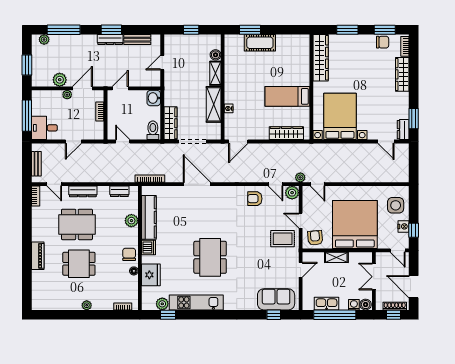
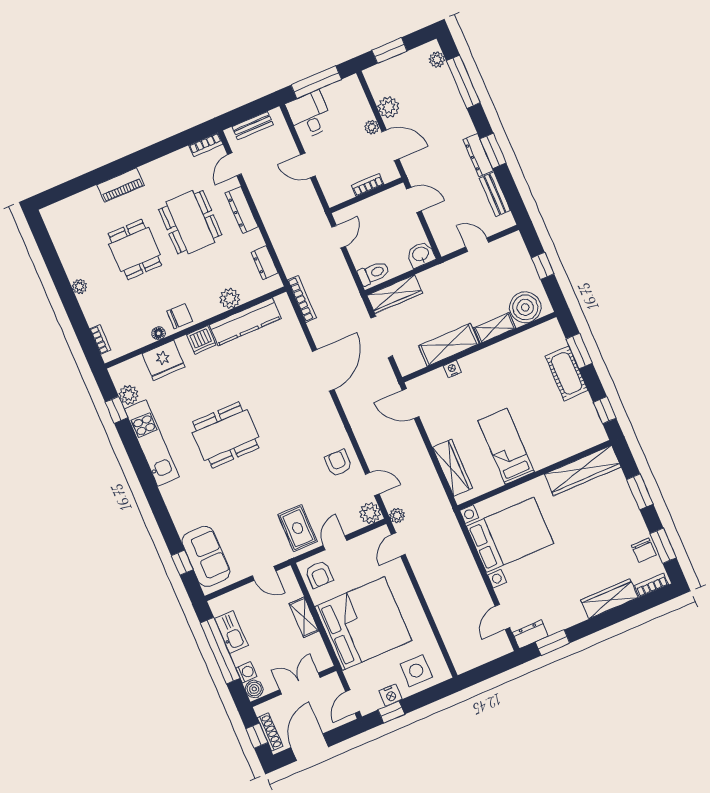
window: (291, 30) -> (605, 410), added
boiler: (216, 55) -> (525, 307), width x1.86, depth x1.86
door: (276, 184) -> (372, 484), swing flipped
armchair: (315, 238) -> (319, 575), turned 95

